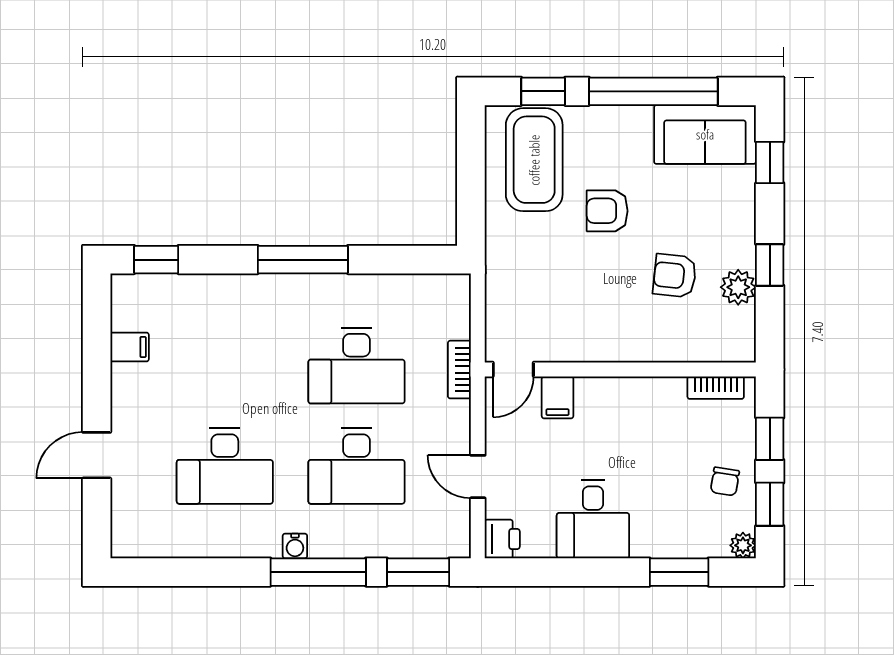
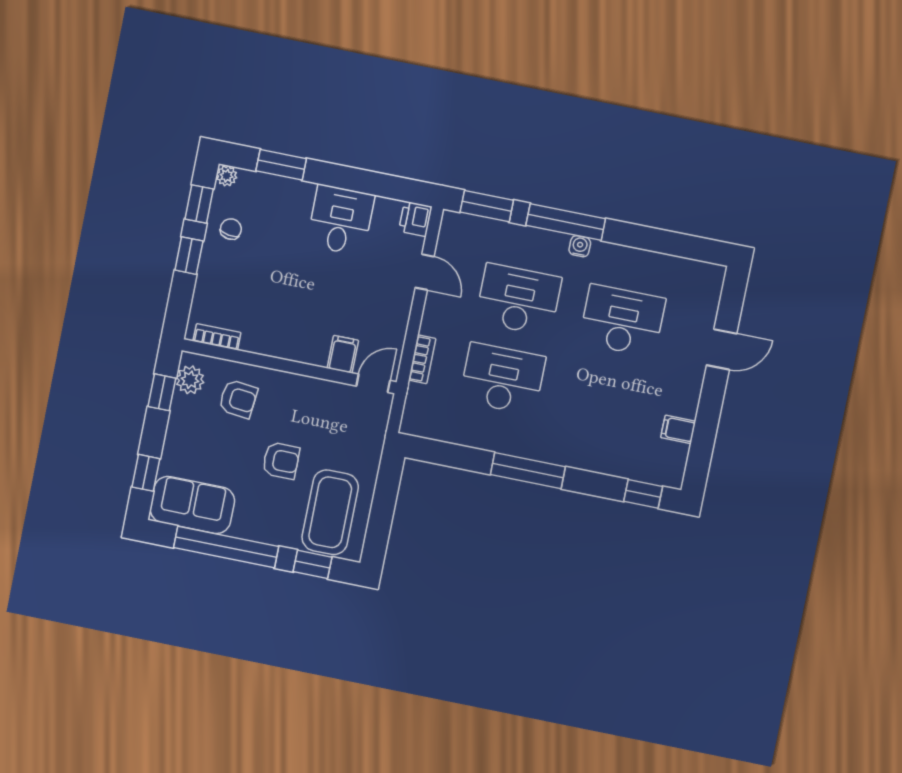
door: (513, 369) -> (373, 383), moved
wall: (620, 369) -> (289, 366), moved
bookcase: (716, 388) -> (217, 337), moved
filing cabinet: (558, 397) -> (343, 354), moved

